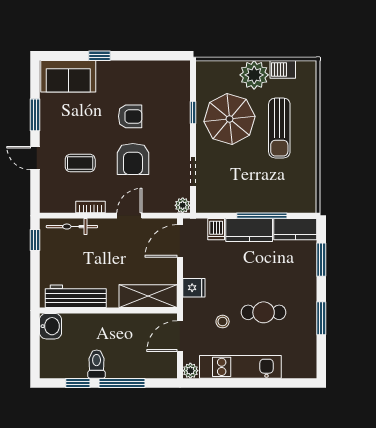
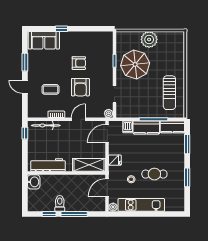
barbecue: (283, 69) -> (165, 36), removed
sun lounger: (279, 128) -> (169, 93), moved

